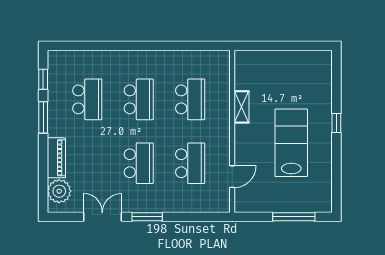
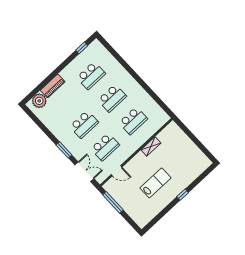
window: (43, 117) -> (65, 64), removed
lab bench: (291, 143) -> (155, 183), width x0.73, depth x0.72
double door: (102, 217) -> (84, 172), moved
window: (294, 217) -> (113, 202), moved

